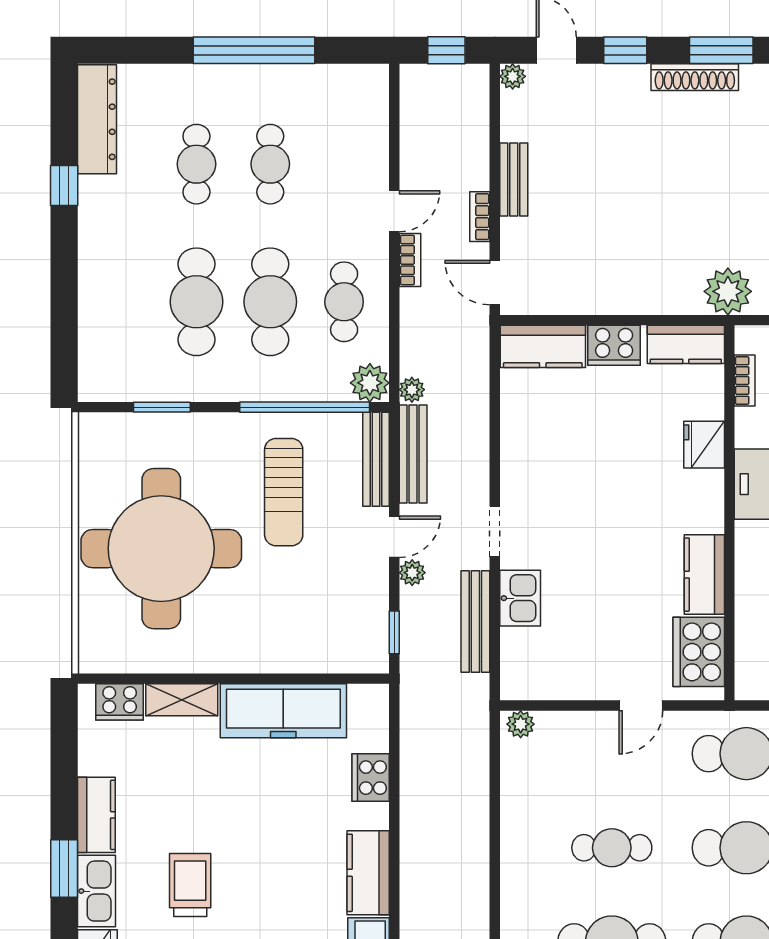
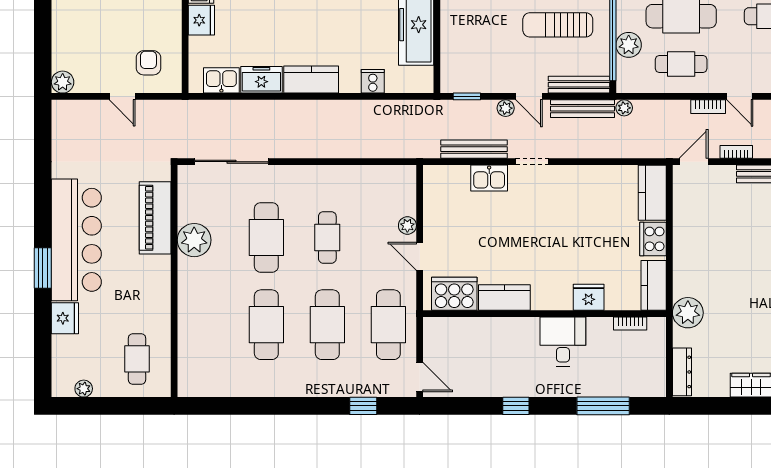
plant: (370, 383) -> (629, 45), moved
plant: (521, 724) -> (407, 226), moved
cooker: (371, 778) -> (373, 81), width x0.73

